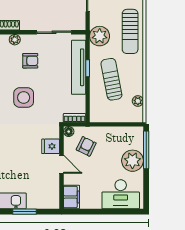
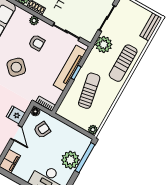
plant: (100, 36) -> (104, 44), moved
side table: (24, 97) -> (16, 67), turned 45
plant: (138, 101) -> (93, 130), moved

